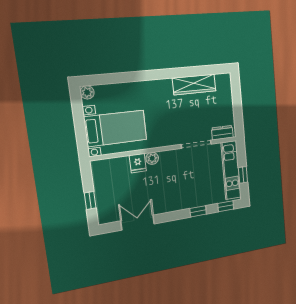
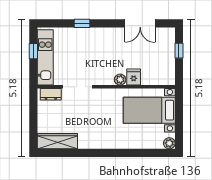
wardrobe: (194, 85) -> (57, 141), moved
window: (226, 206) -> (54, 23), removed

